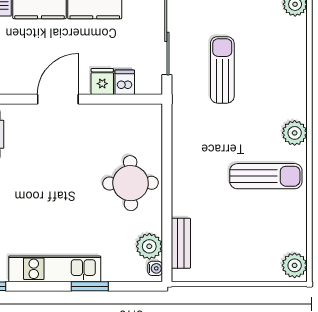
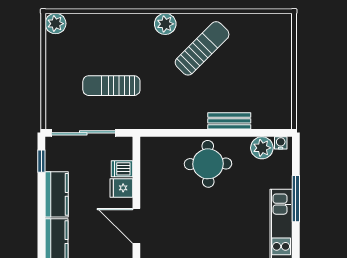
sun lounger: (266, 176) -> (202, 48), turned 45
bench: (181, 243) -> (229, 121), moved
plant: (295, 265) -> (278, 24), removed
window: (90, 286) -> (296, 199), width x1.44

